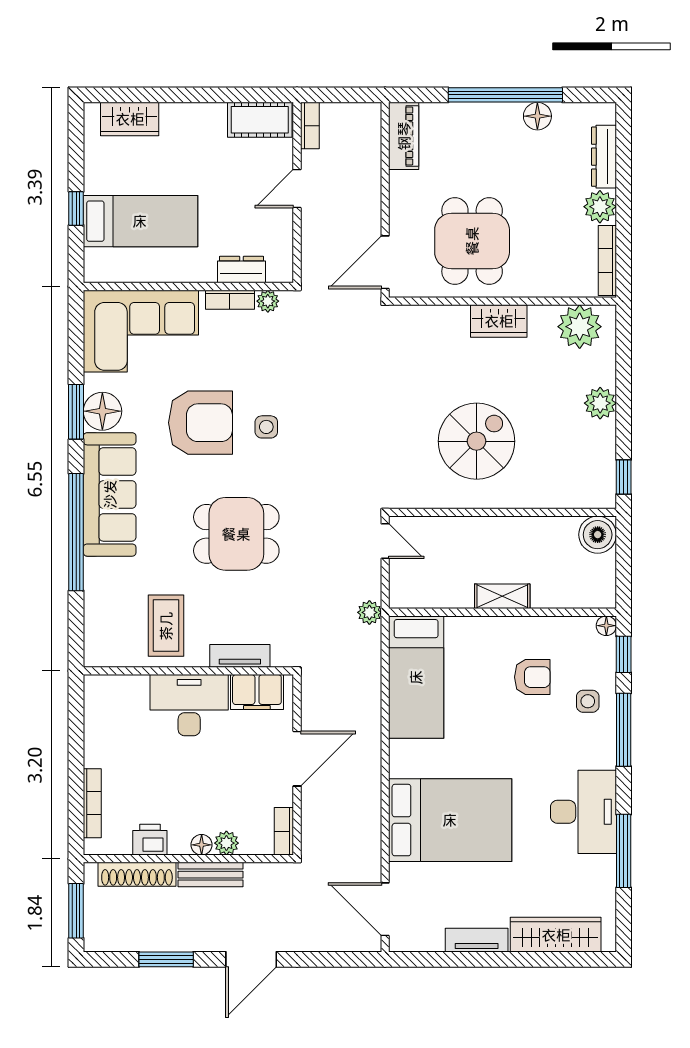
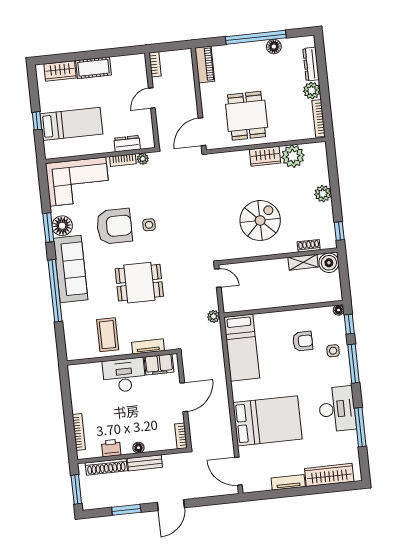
cot: (260, 120) -> (93, 68), moved
plant: (580, 327) -> (293, 156), moved
shoe rack: (563, 499) -> (309, 246), added
shelving: (502, 596) -> (303, 262), moved
plant: (226, 843) -> (151, 445), removed

